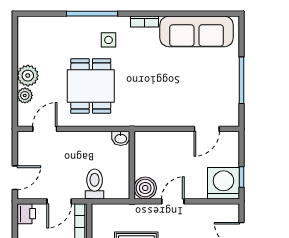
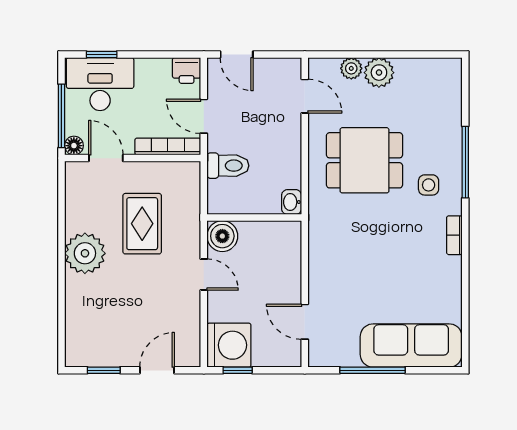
sofa: (197, 31) -> (411, 346), moved, turned 90

